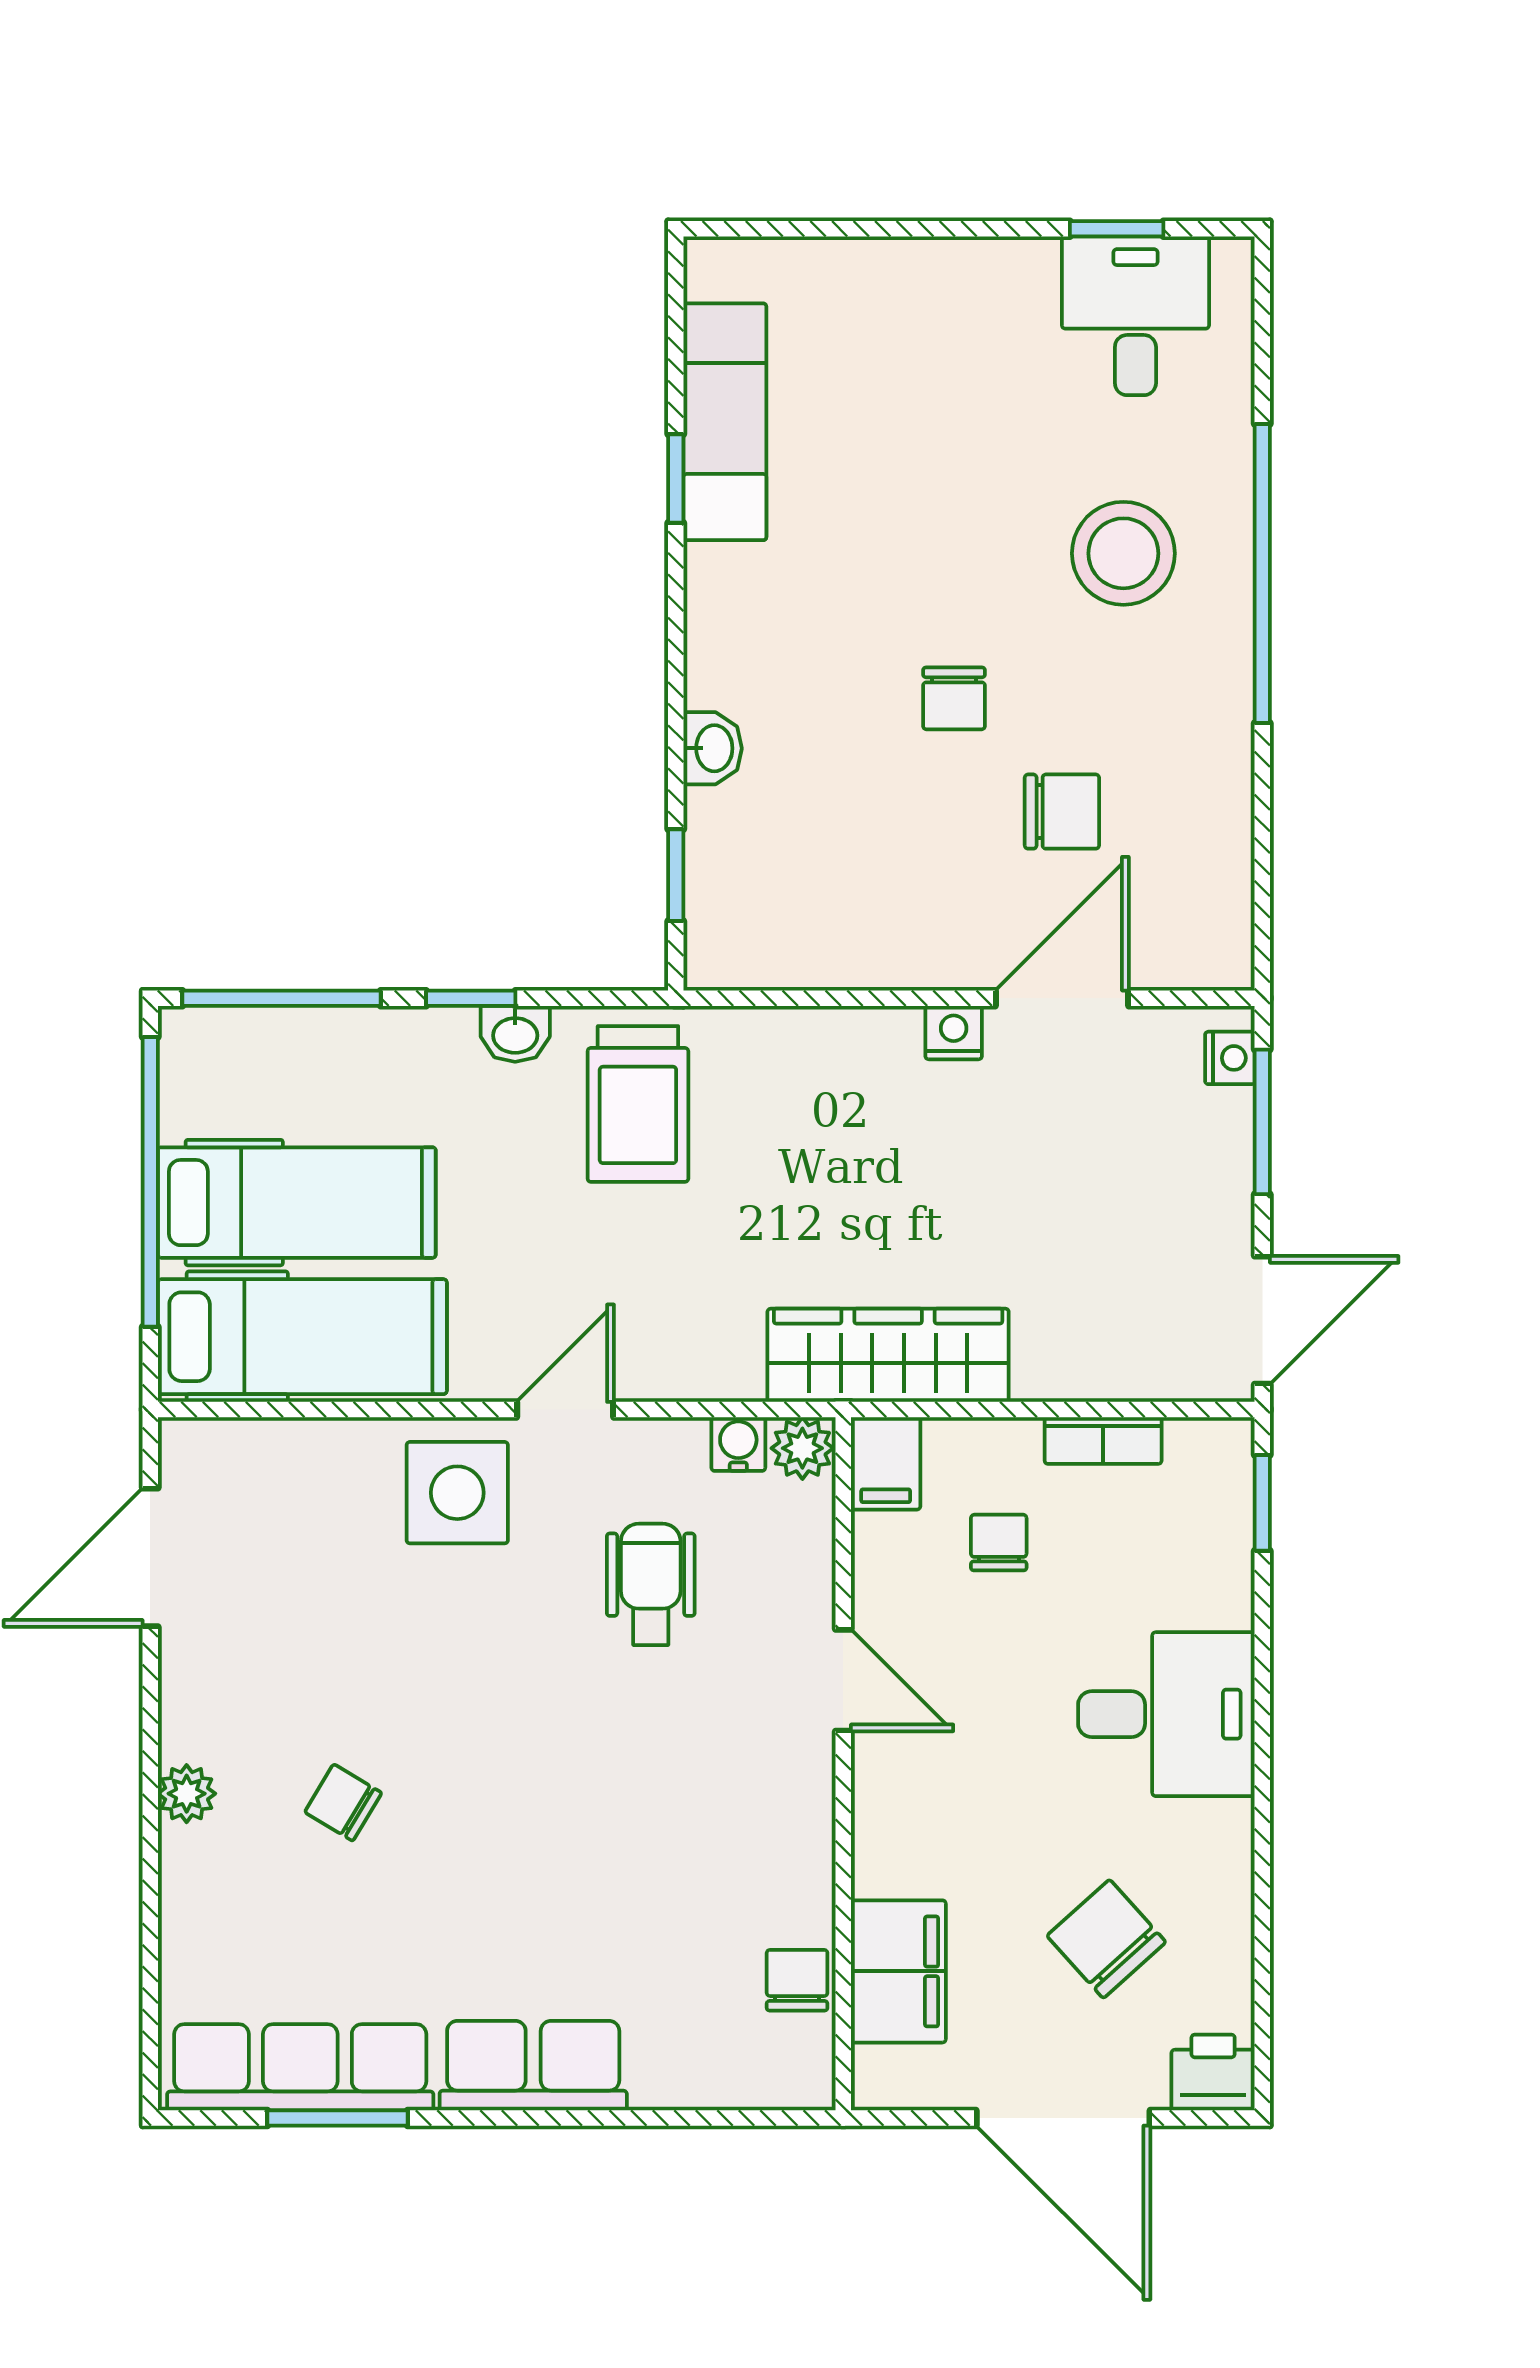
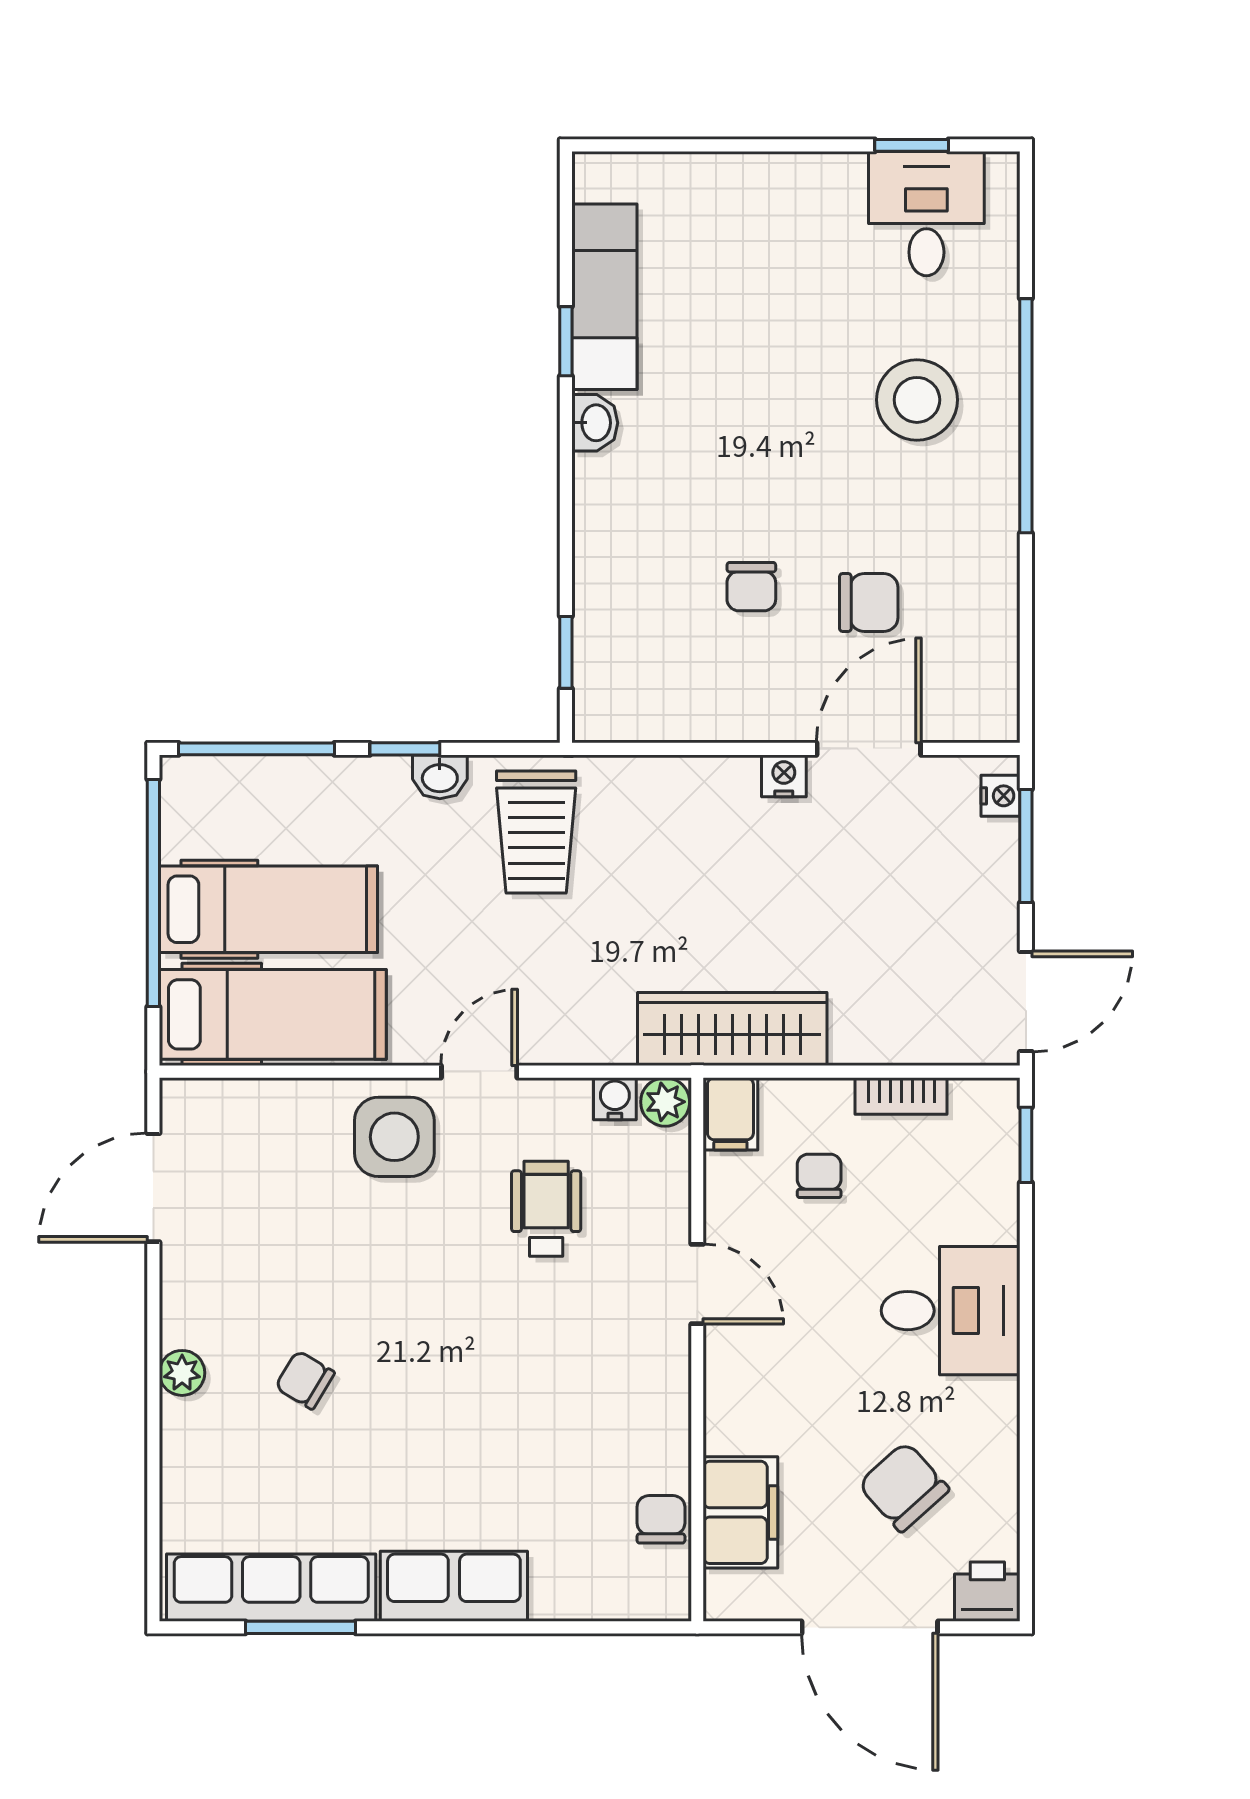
chair: (954, 698) -> (751, 587), moved
washbasin: (713, 748) -> (595, 423), moved

